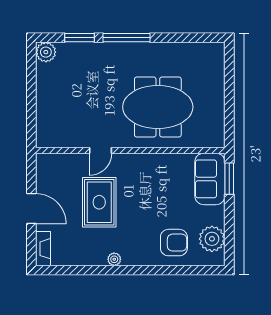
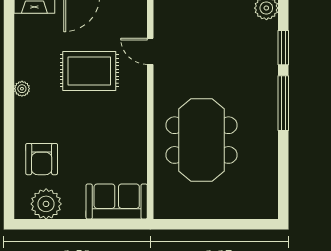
door: (101, 150) -> (150, 51), moved
window: (229, 179) -> (117, 224), removed

